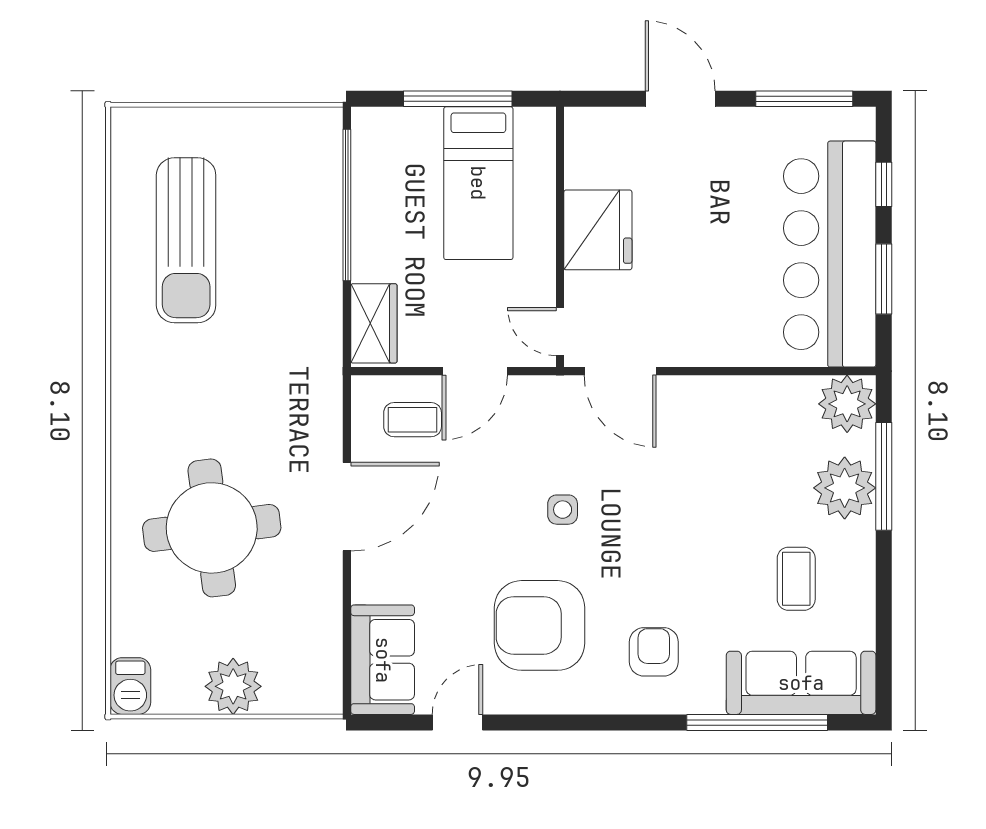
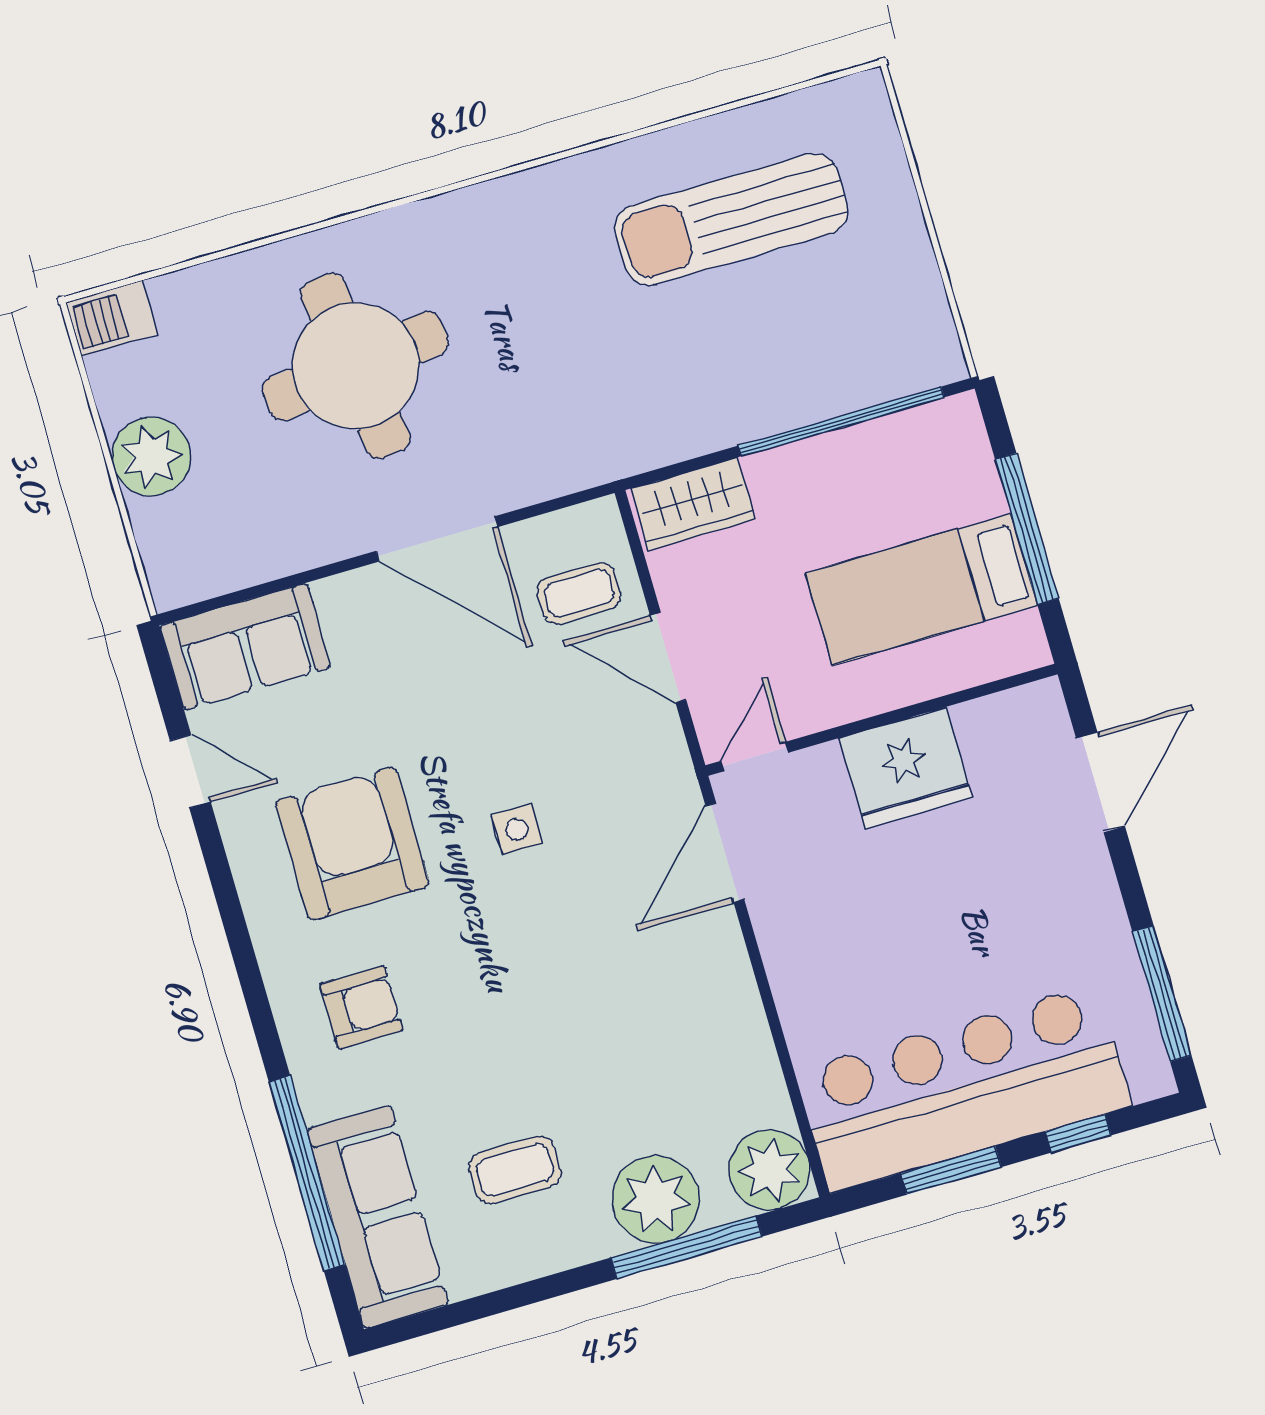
door: (680, 99) -> (1101, 782), moved
coffee table: (413, 420) -> (579, 593), turned 90

